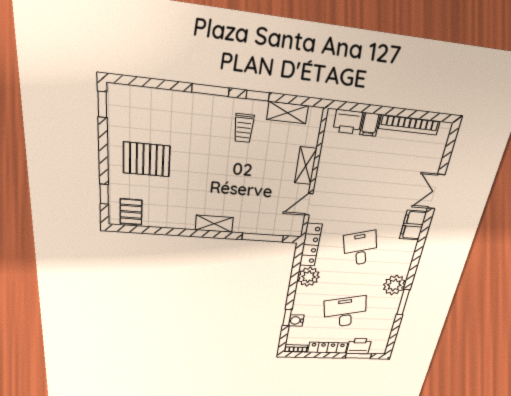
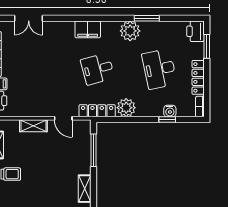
double door: (436, 192) -> (29, 18), moved
filing cabinet: (413, 225) -> (88, 29), moved
printer: (359, 346) -> (195, 31), moved

